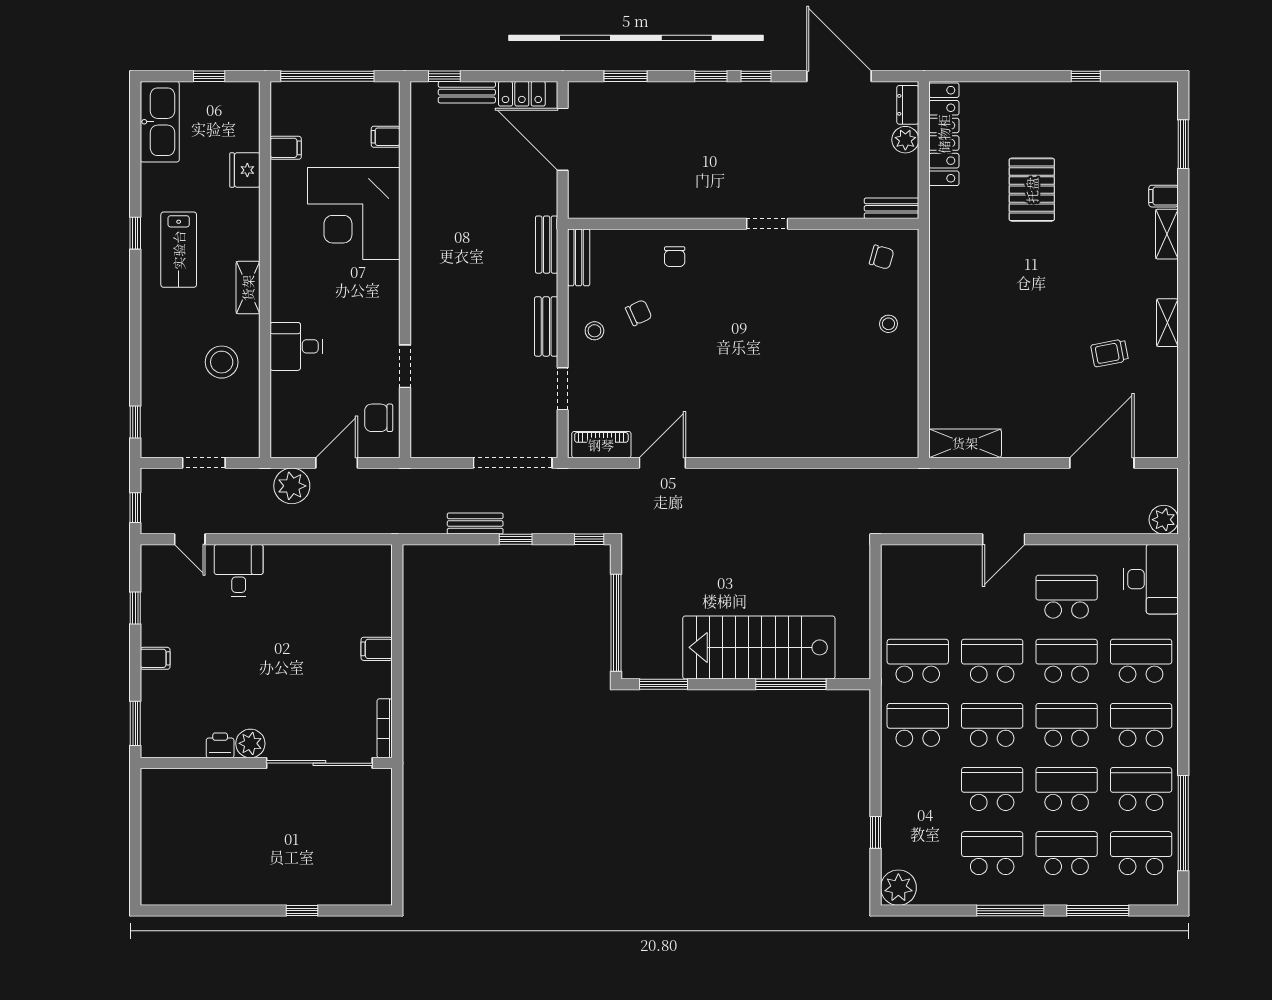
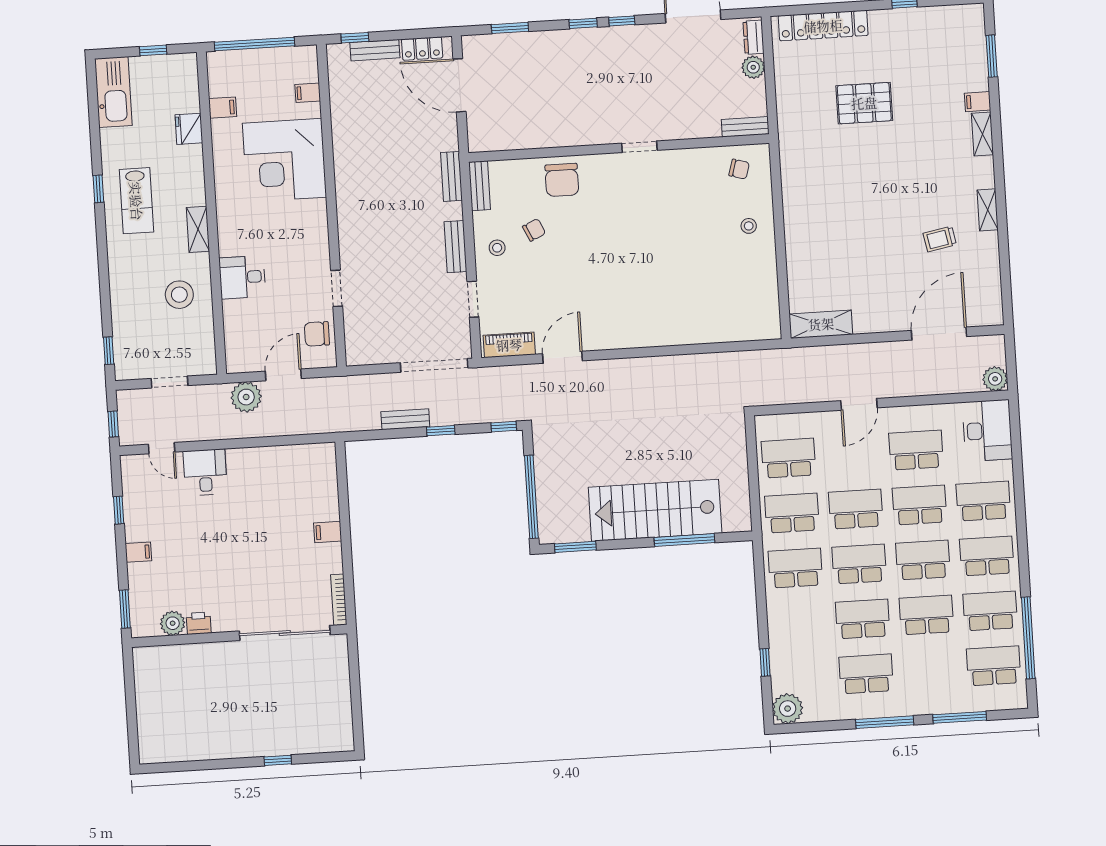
locker: (944, 134) -> (823, 26), moved, turned 90
pallet: (1032, 190) -> (864, 103), turned 90
chair: (675, 257) -> (562, 180), width x1.87, depth x1.87
plant: (250, 743) -> (173, 623), moved
school desk: (1067, 853) -> (788, 458), moved

